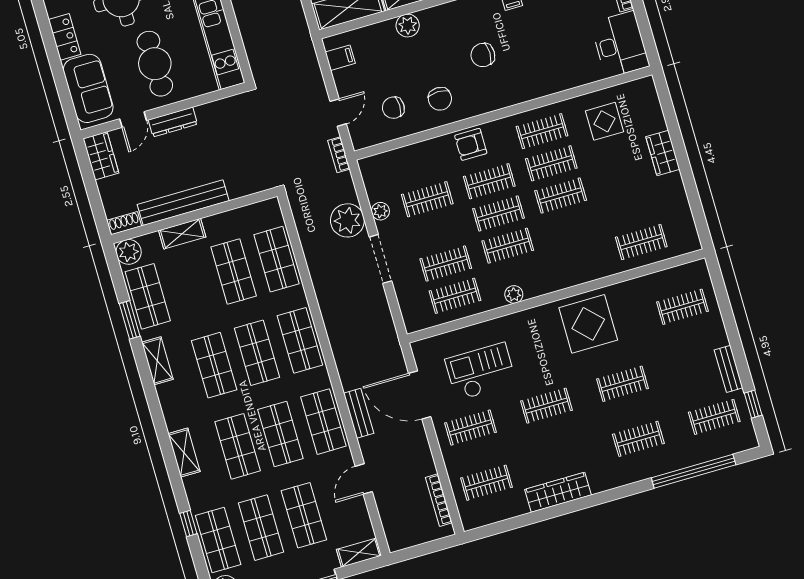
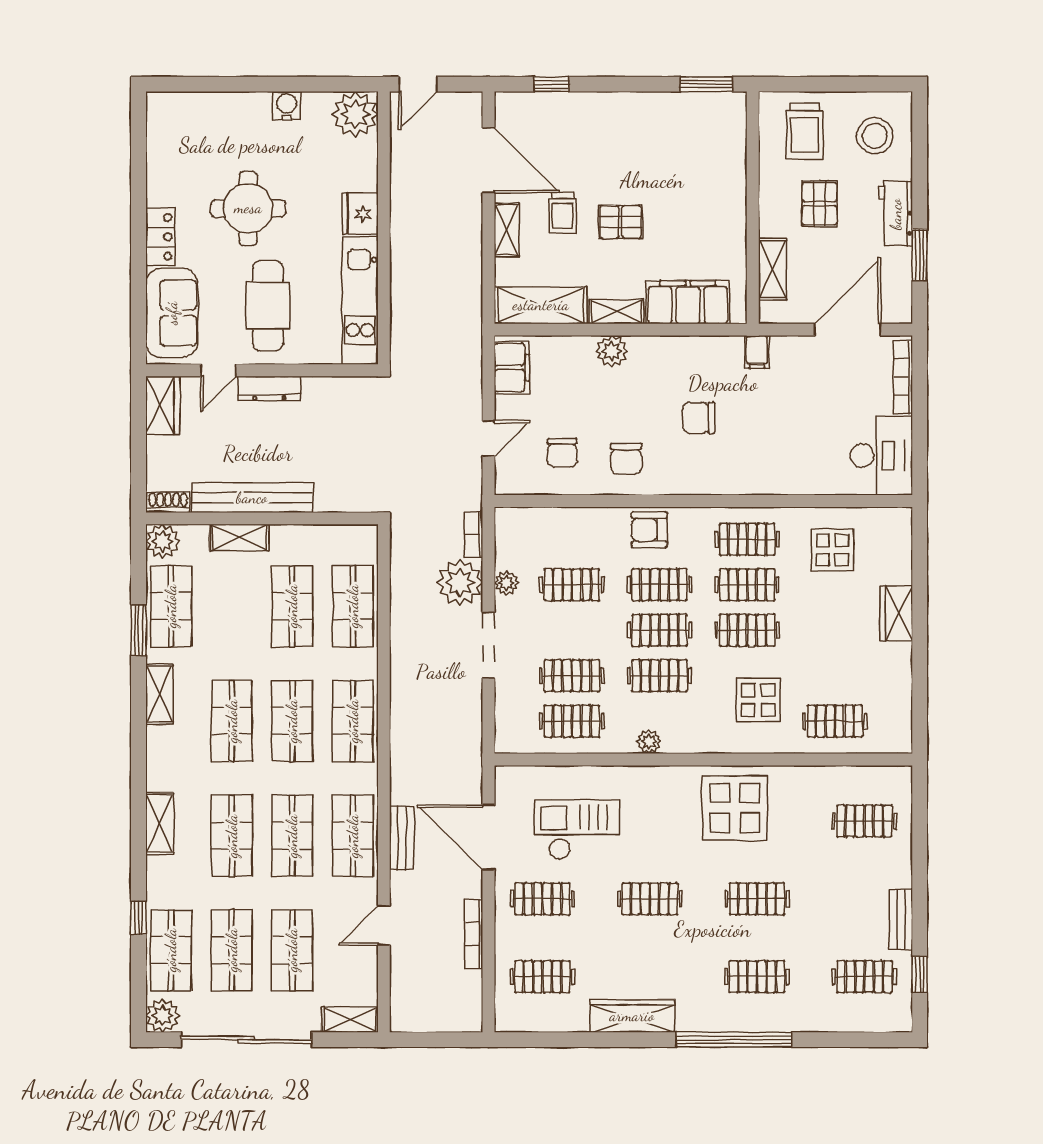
filing cabinet: (340, 58) -> (512, 368), width x2.00
chair: (393, 108) -> (562, 453), turned -90
bookcase: (339, 155) -> (473, 534), moved
display table: (583, 243) -> (758, 700), added
window: (694, 471) -> (734, 1040), moved
bookcase: (439, 500) -> (474, 934), moved

